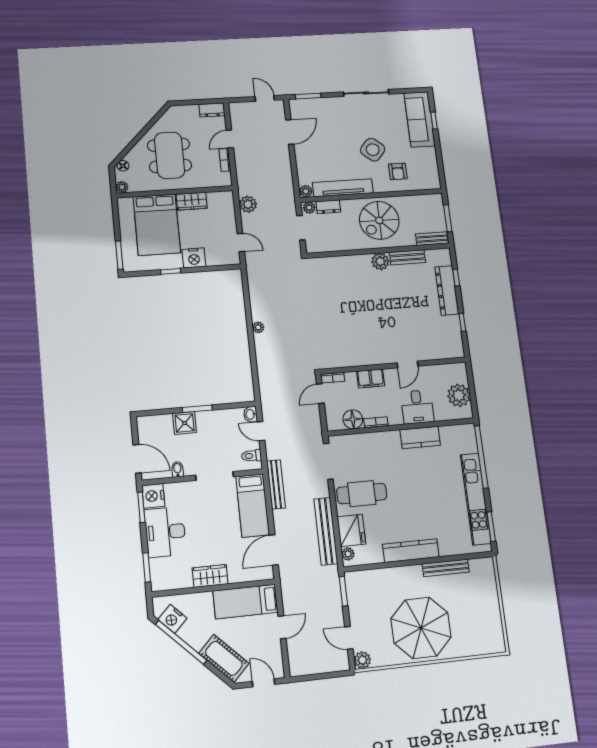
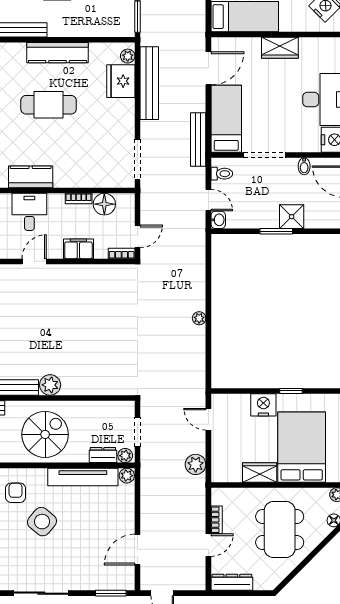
dresser: (212, 110) -> (232, 582), width x1.44
cafe table: (362, 494) -> (49, 105), moved

